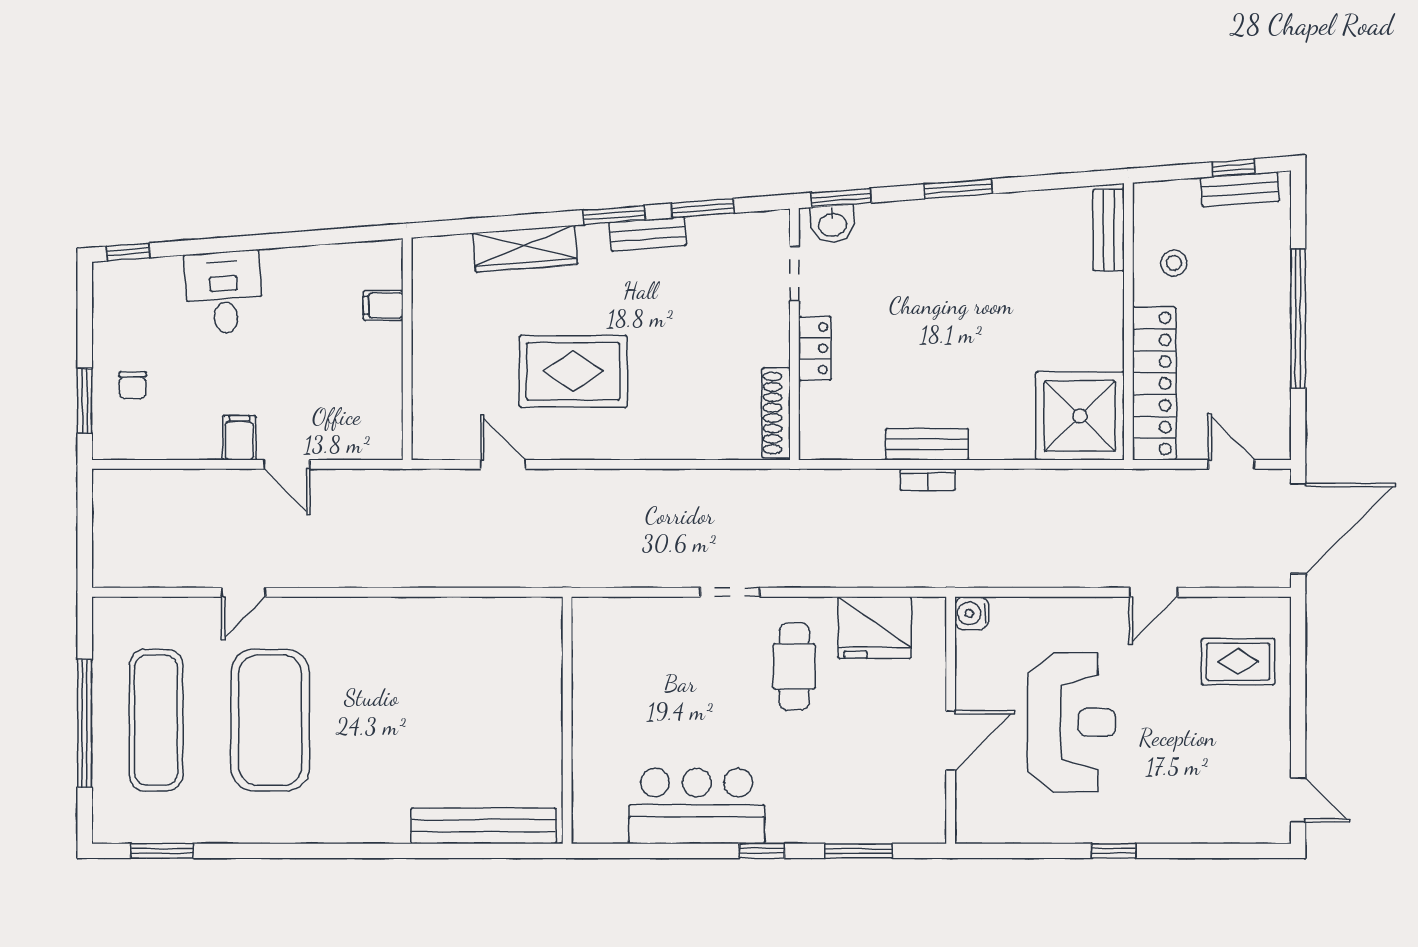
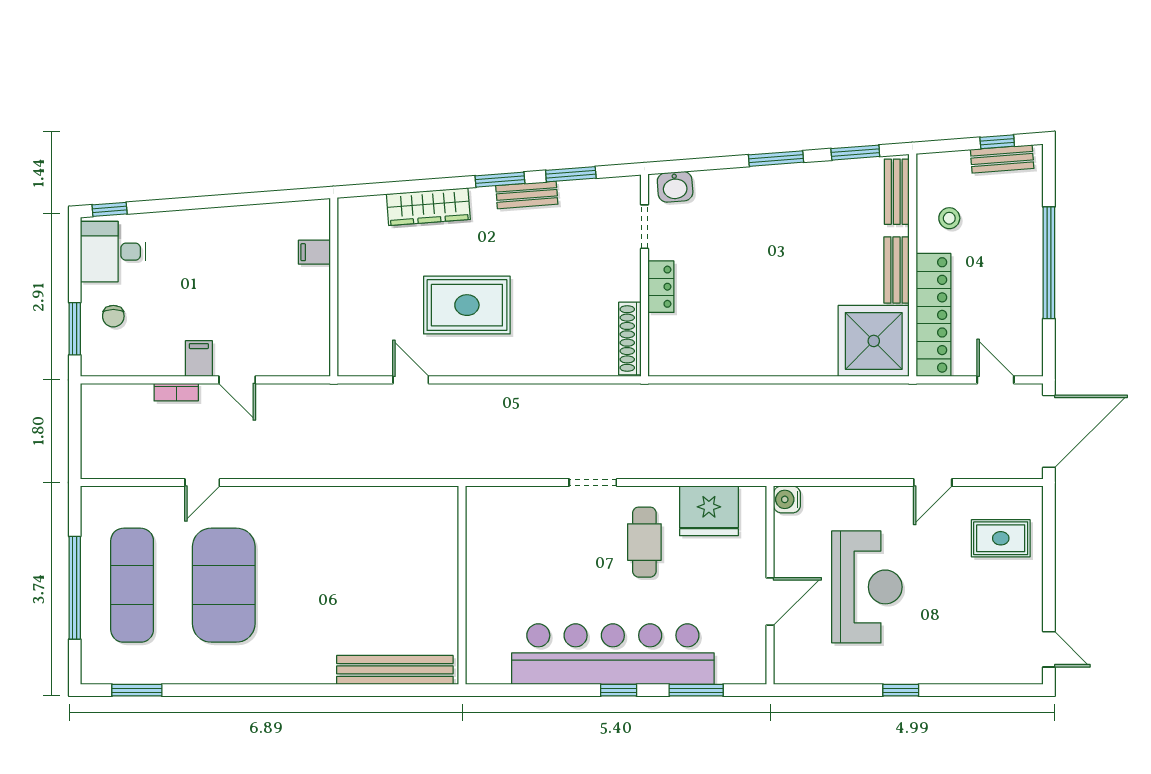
window: (841, 198) -> (855, 153), moved
desk: (224, 292) -> (113, 252), moved, turned -86
bench: (927, 444) -> (897, 270), moved, turned 90
bookcase: (928, 480) -> (176, 392), moved
bar counter: (697, 806) -> (613, 654), width x1.86

